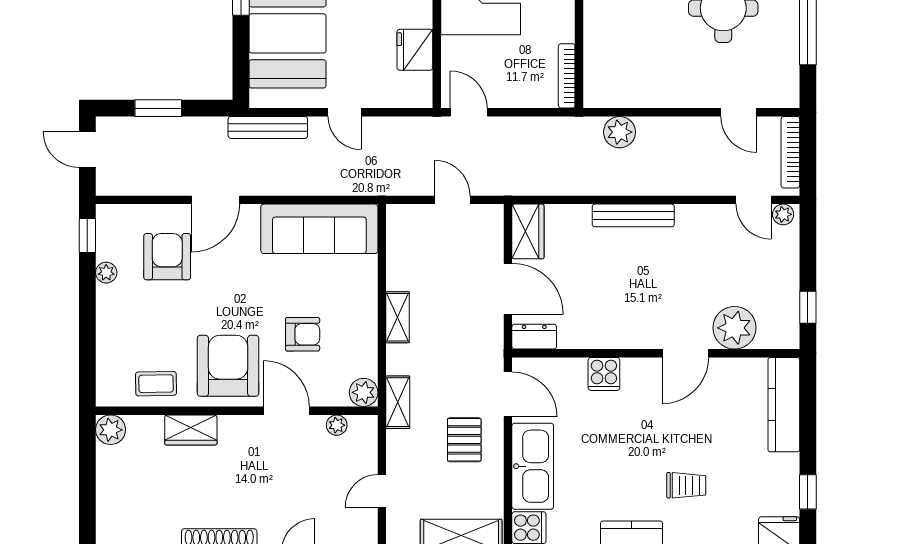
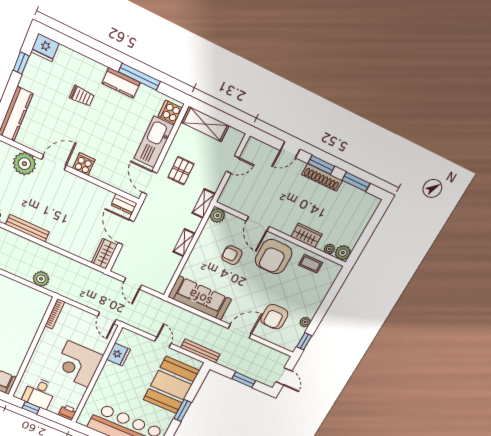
bench: (633, 215) -> (28, 228), moved
cooker: (604, 374) -> (84, 164), moved
plant: (337, 425) -> (329, 249), moved
trolley: (686, 485) -> (82, 96), turned 180

